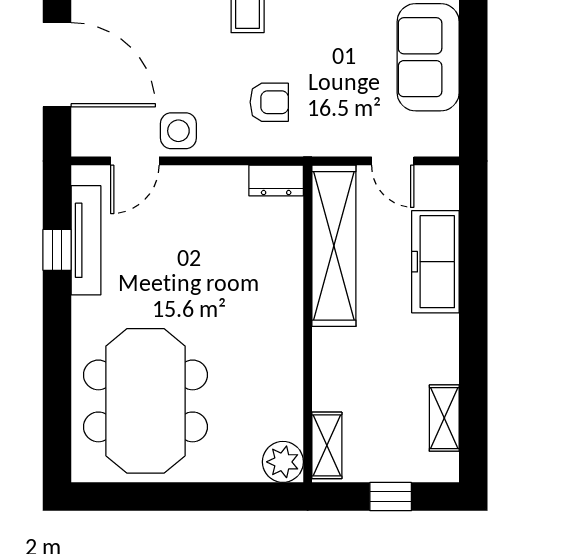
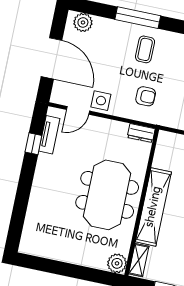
tv unit: (86, 240) -> (49, 135), width x0.71
shelving: (334, 246) -> (153, 207), moved
meeting table: (145, 401) -> (107, 195), moved

